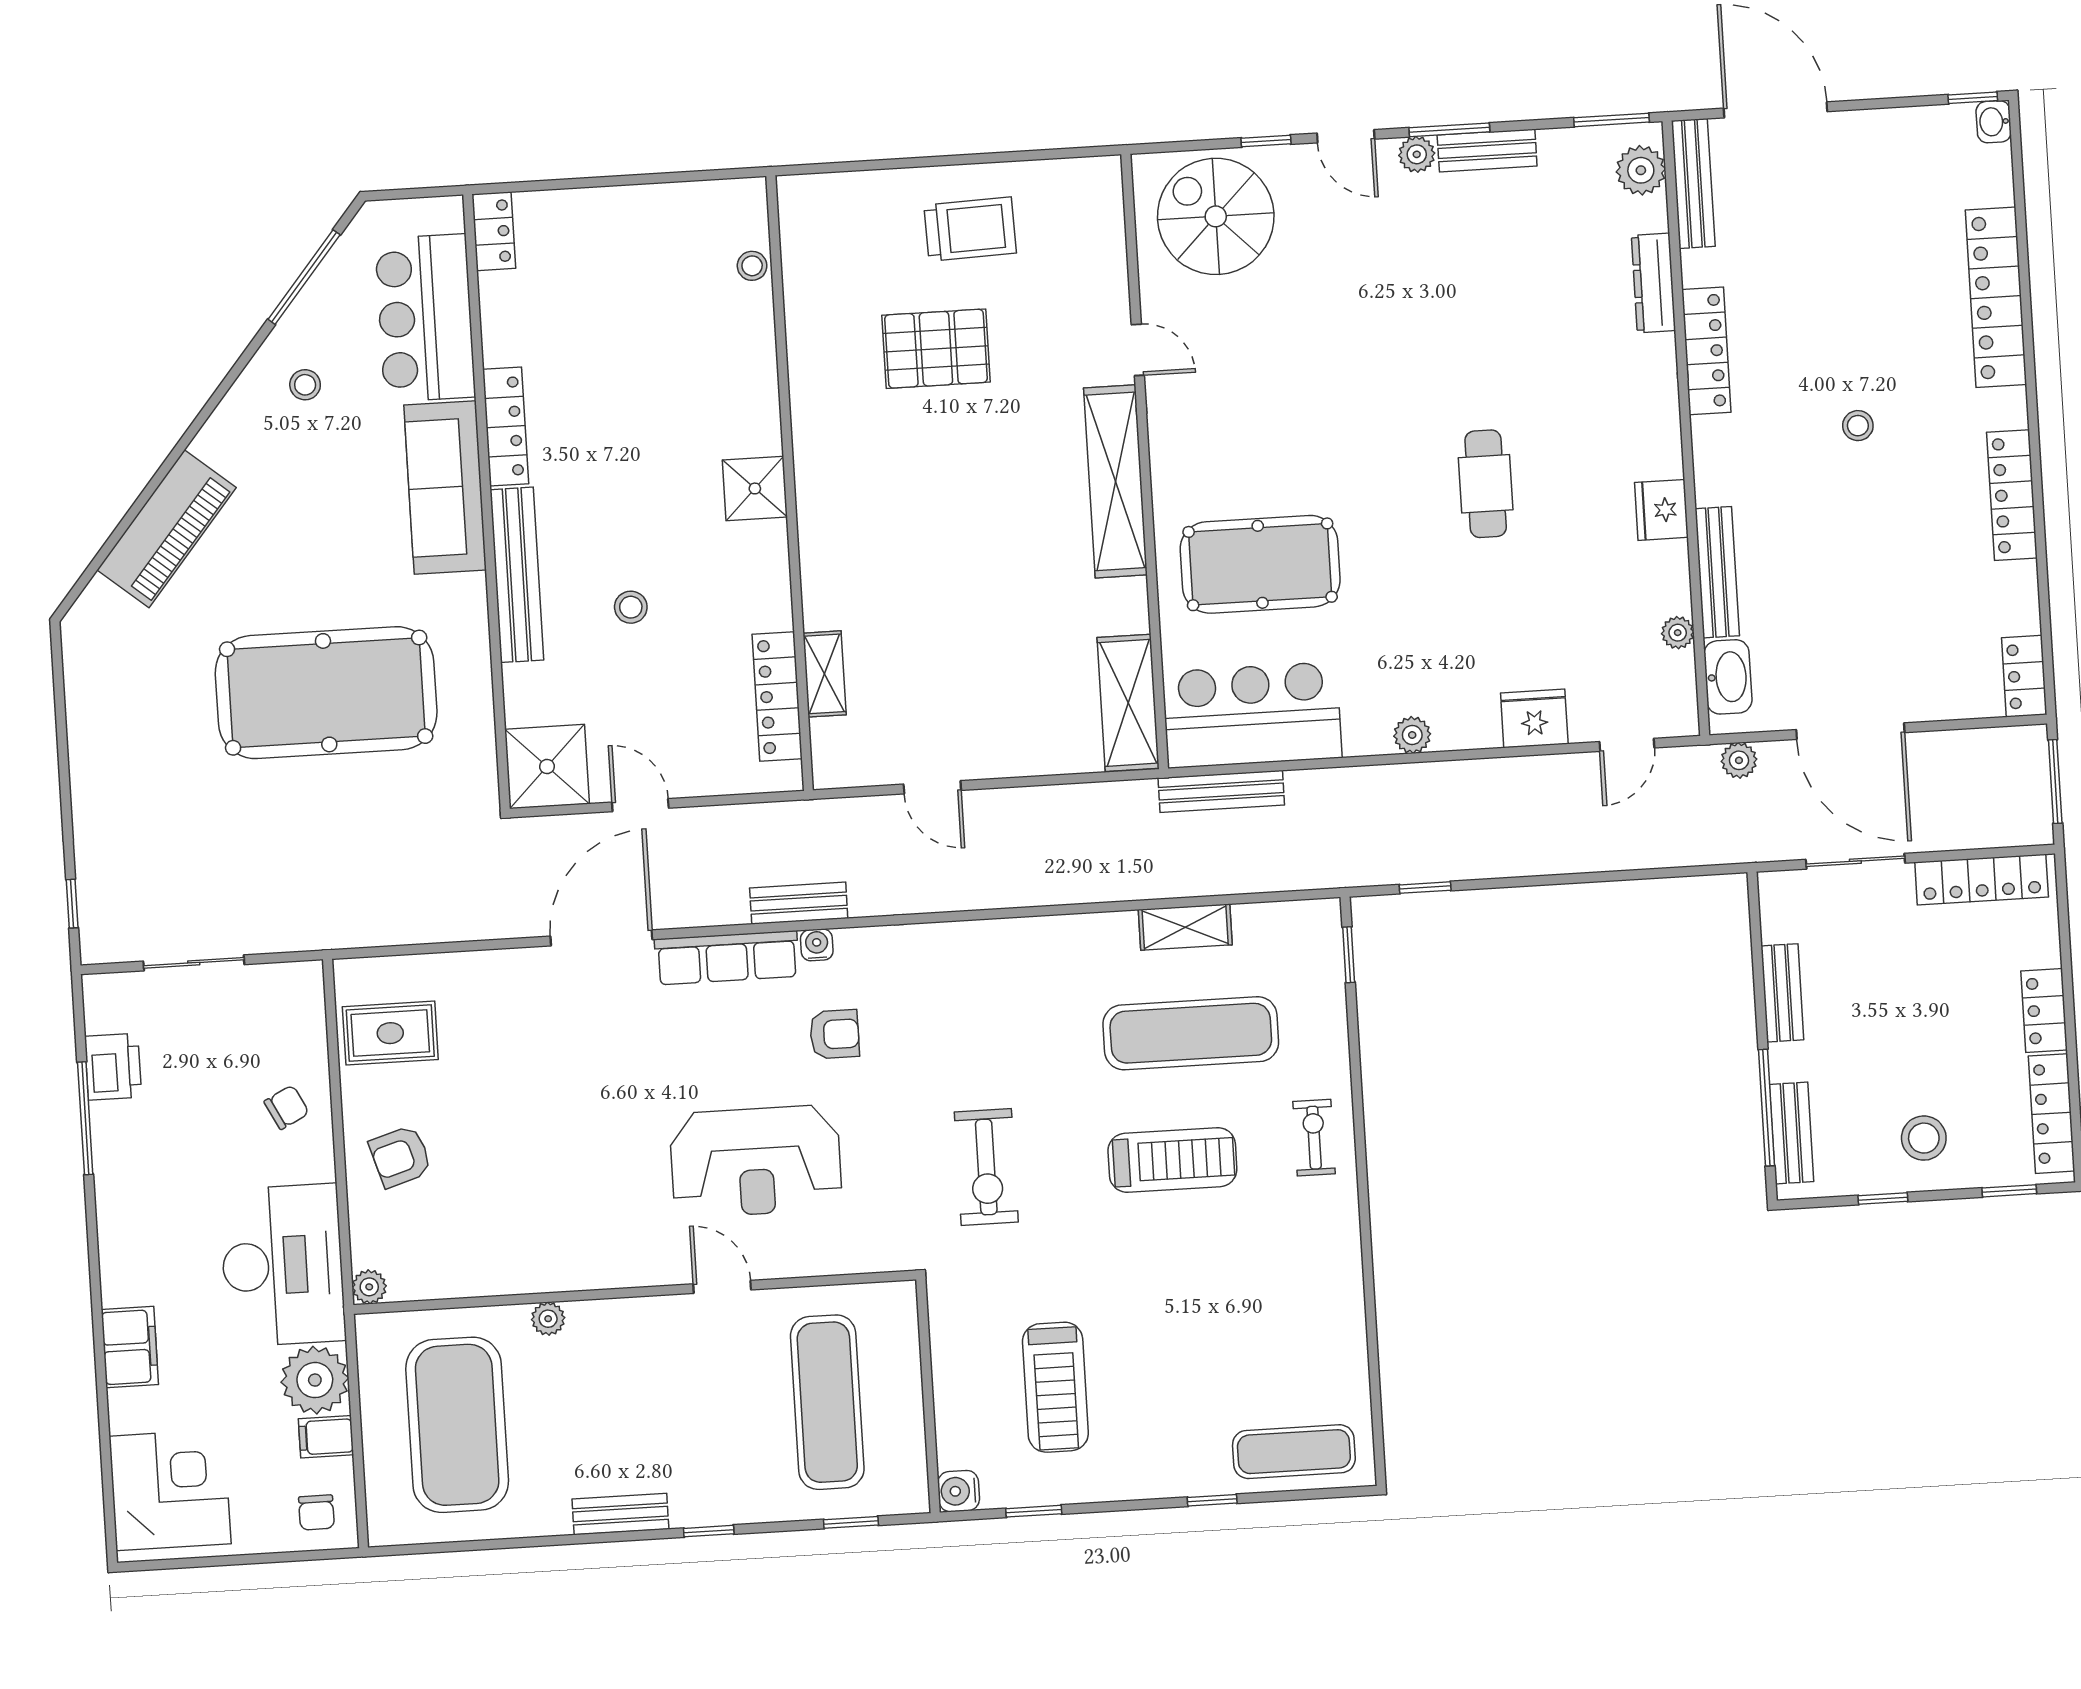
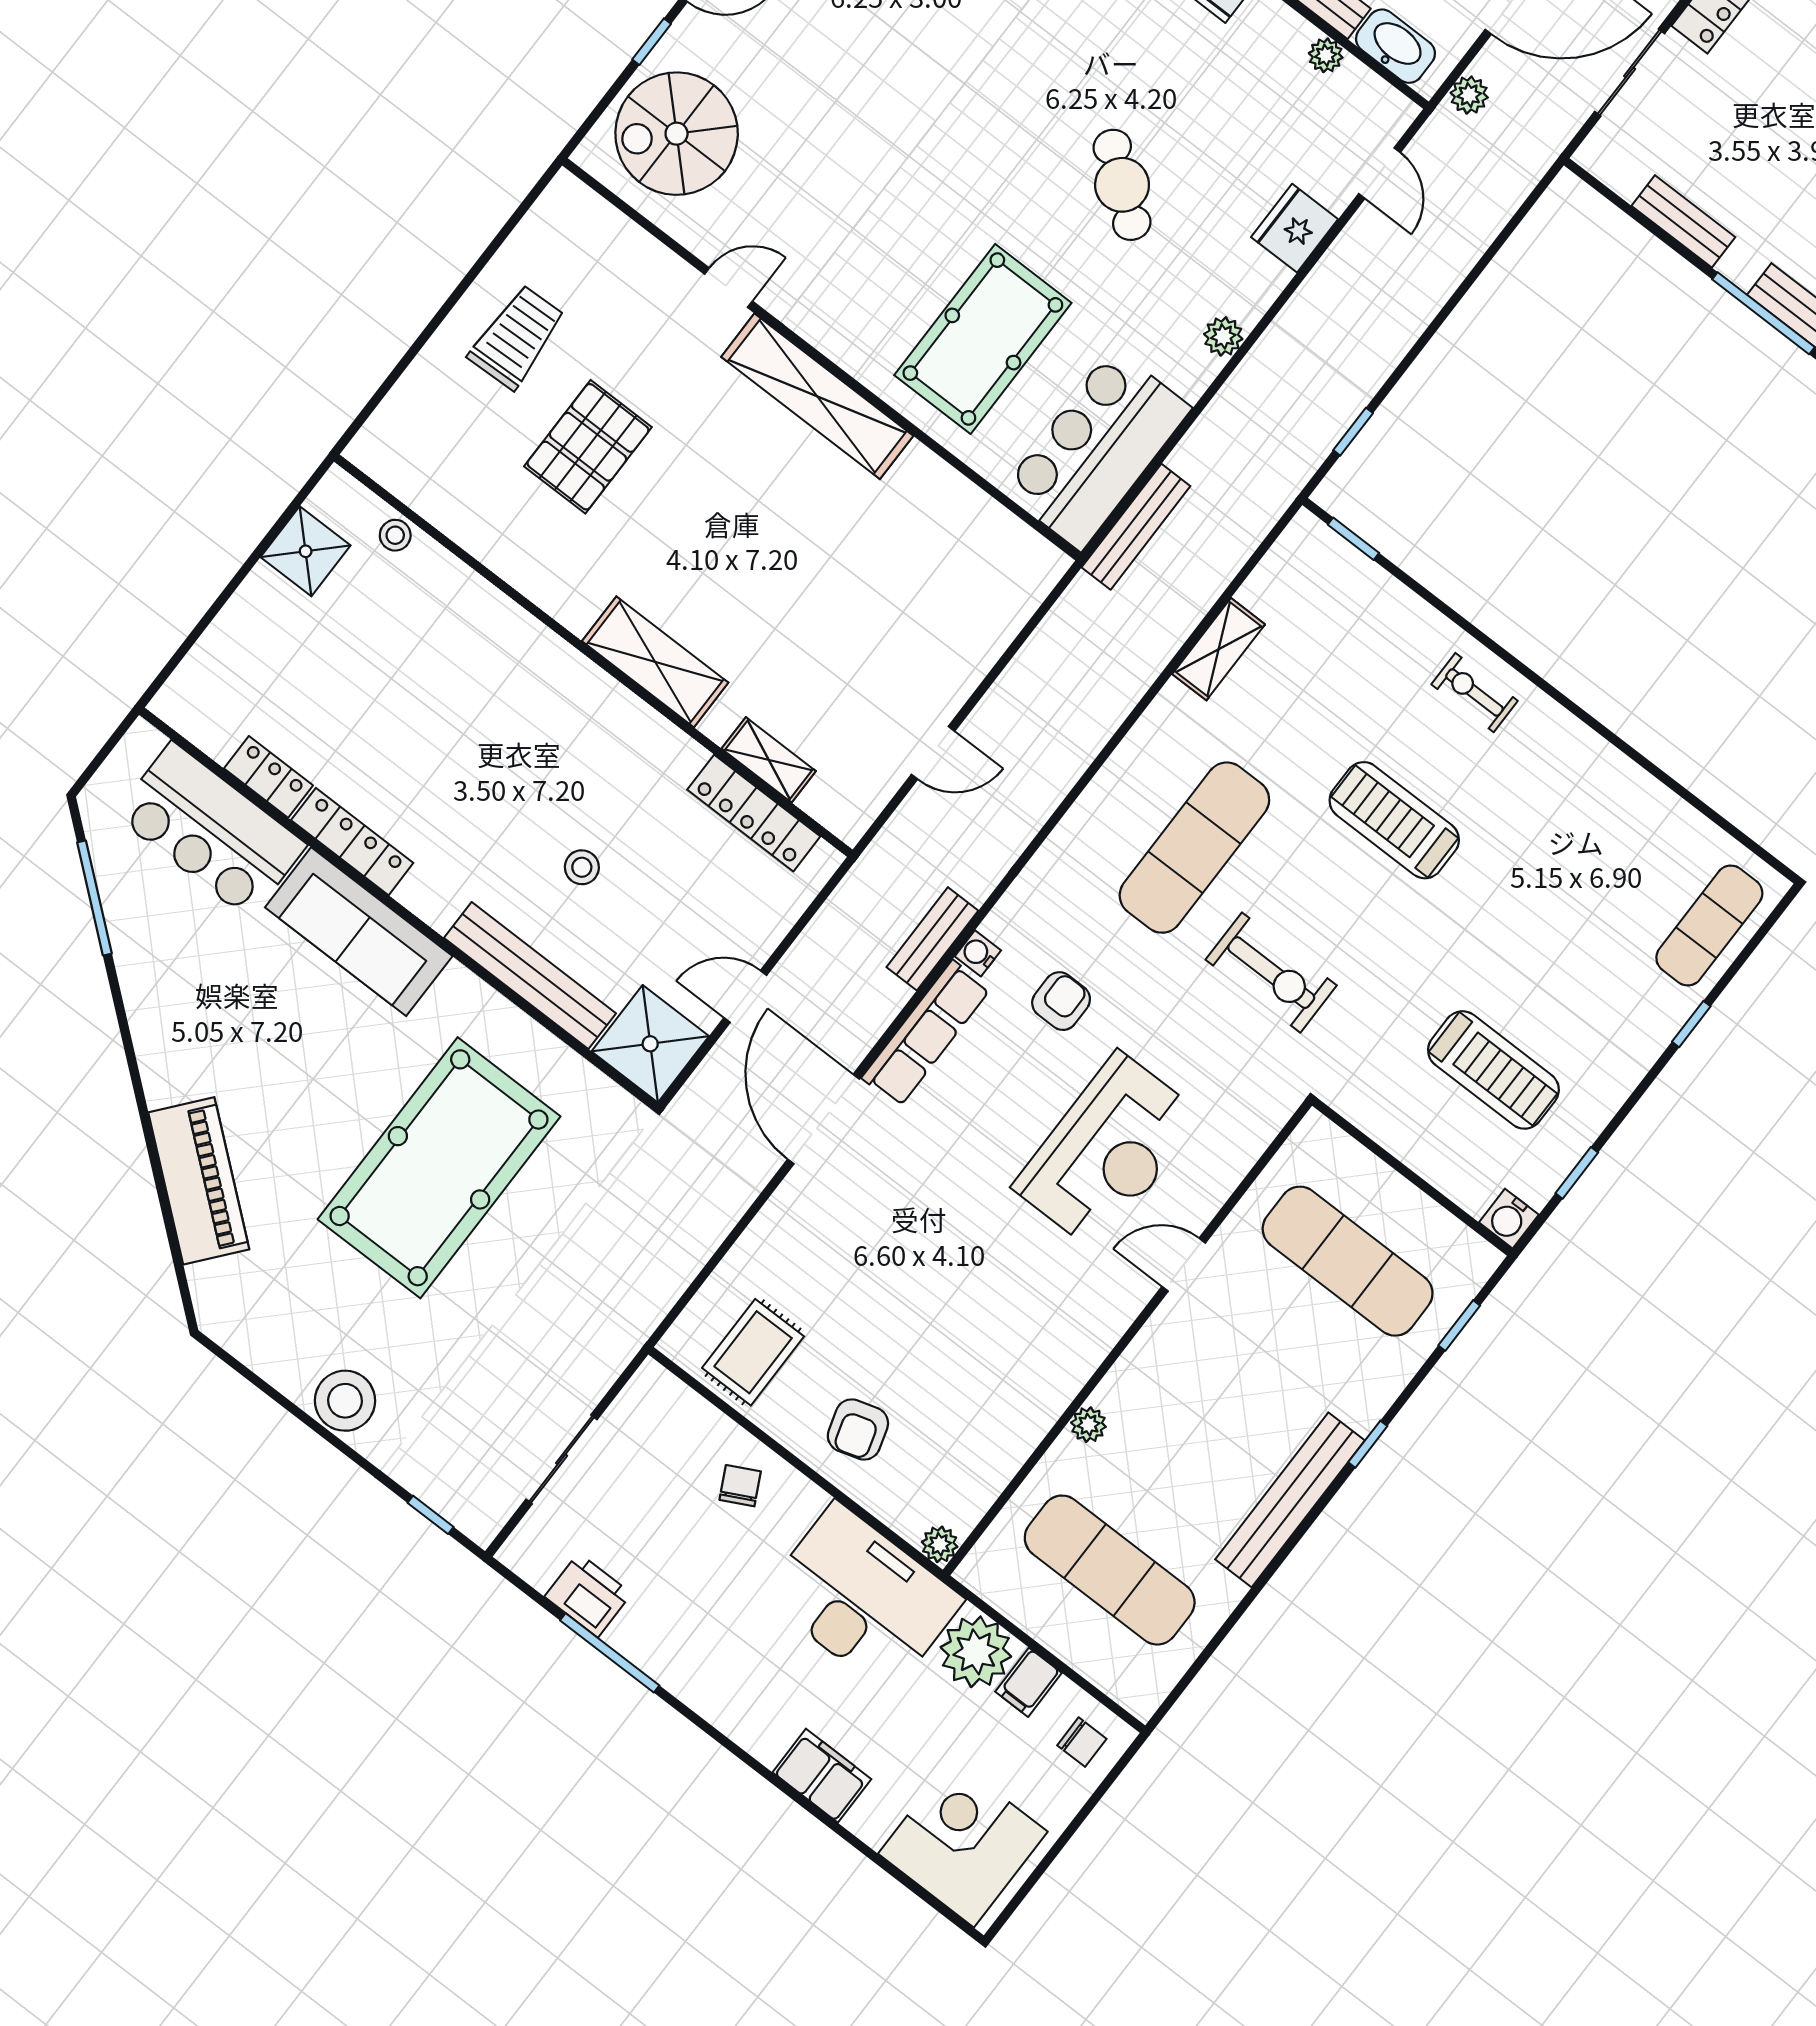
locker: (494, 231) -> (268, 777), moved
stool: (305, 385) -> (345, 1401), moved, width x1.89, depth x1.89
cafe table: (1486, 484) -> (1122, 185), moved, turned 38
shower: (755, 488) -> (306, 551), moved
bench: (517, 575) -> (530, 976), moved
shelving: (1128, 703) -> (655, 662), moved
exercise mat: (1191, 1033) -> (1194, 848), moved
treadmill: (1172, 1160) -> (1394, 820), turned -90
exercise mat: (457, 1425) -> (1110, 1570), width x0.68
bench: (620, 1514) -> (1290, 1500), width x1.86, depth x1.21

